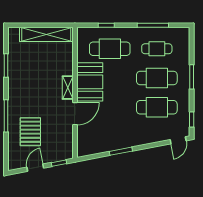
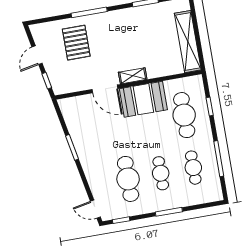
cafe table: (157, 78) -> (161, 173), width x0.73, depth x0.74
pallet: (30, 132) -> (76, 43), turned 90
door: (35, 168) -> (37, 55), swing flipped

